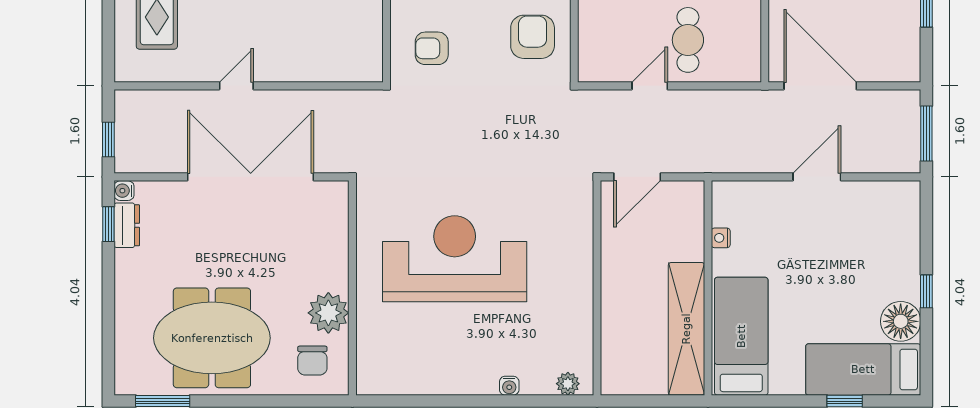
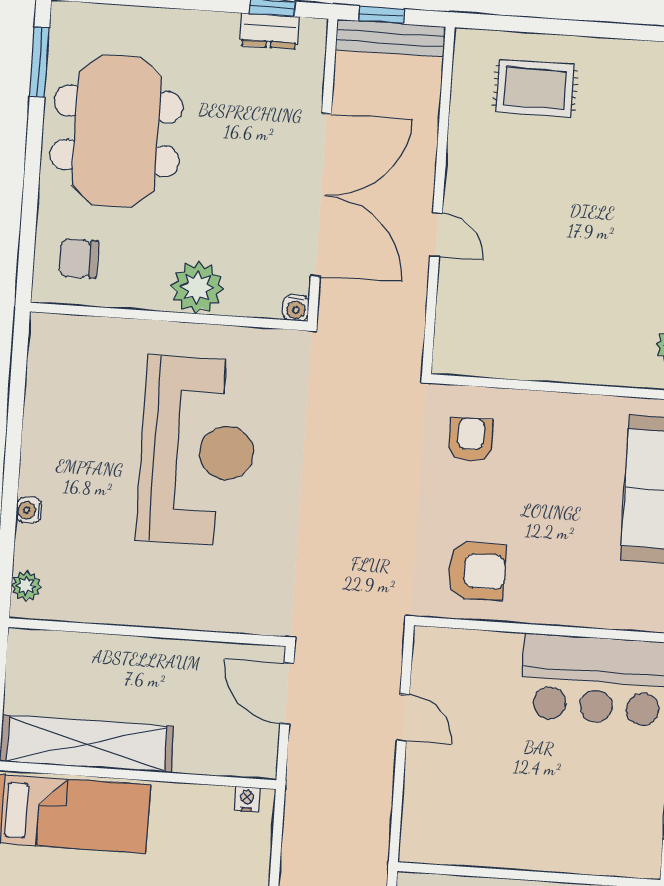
cafe table: (688, 40) -> (459, 771), removed
door: (236, 86) -> (436, 235), moved
bench: (126, 132) -> (390, 38), added
water cooler: (124, 191) -> (296, 308), moved, turned 180
nightstand: (721, 238) -> (247, 799), moved
plant: (328, 313) -> (197, 287), moved

